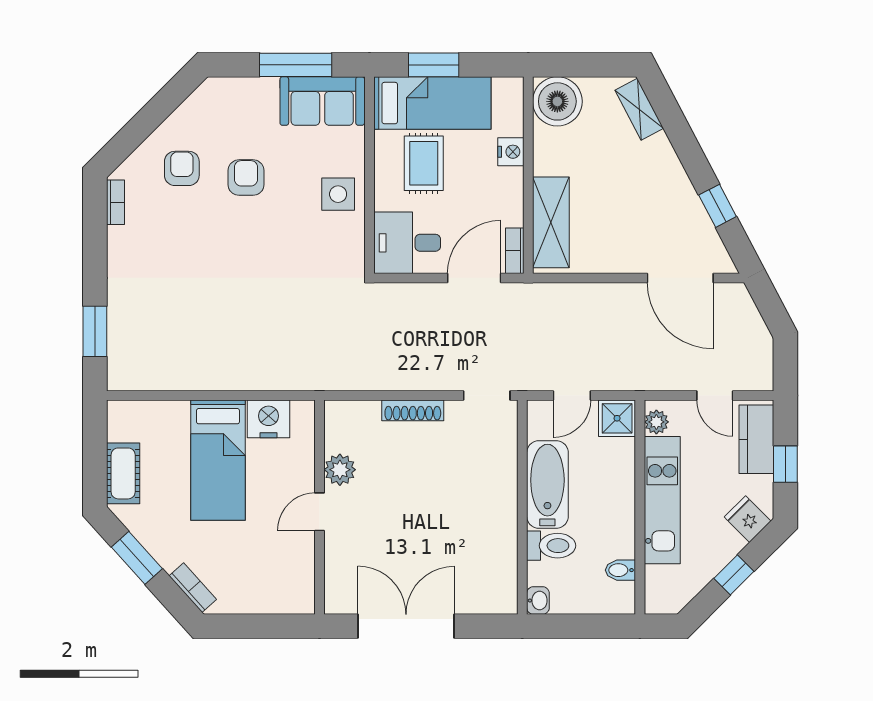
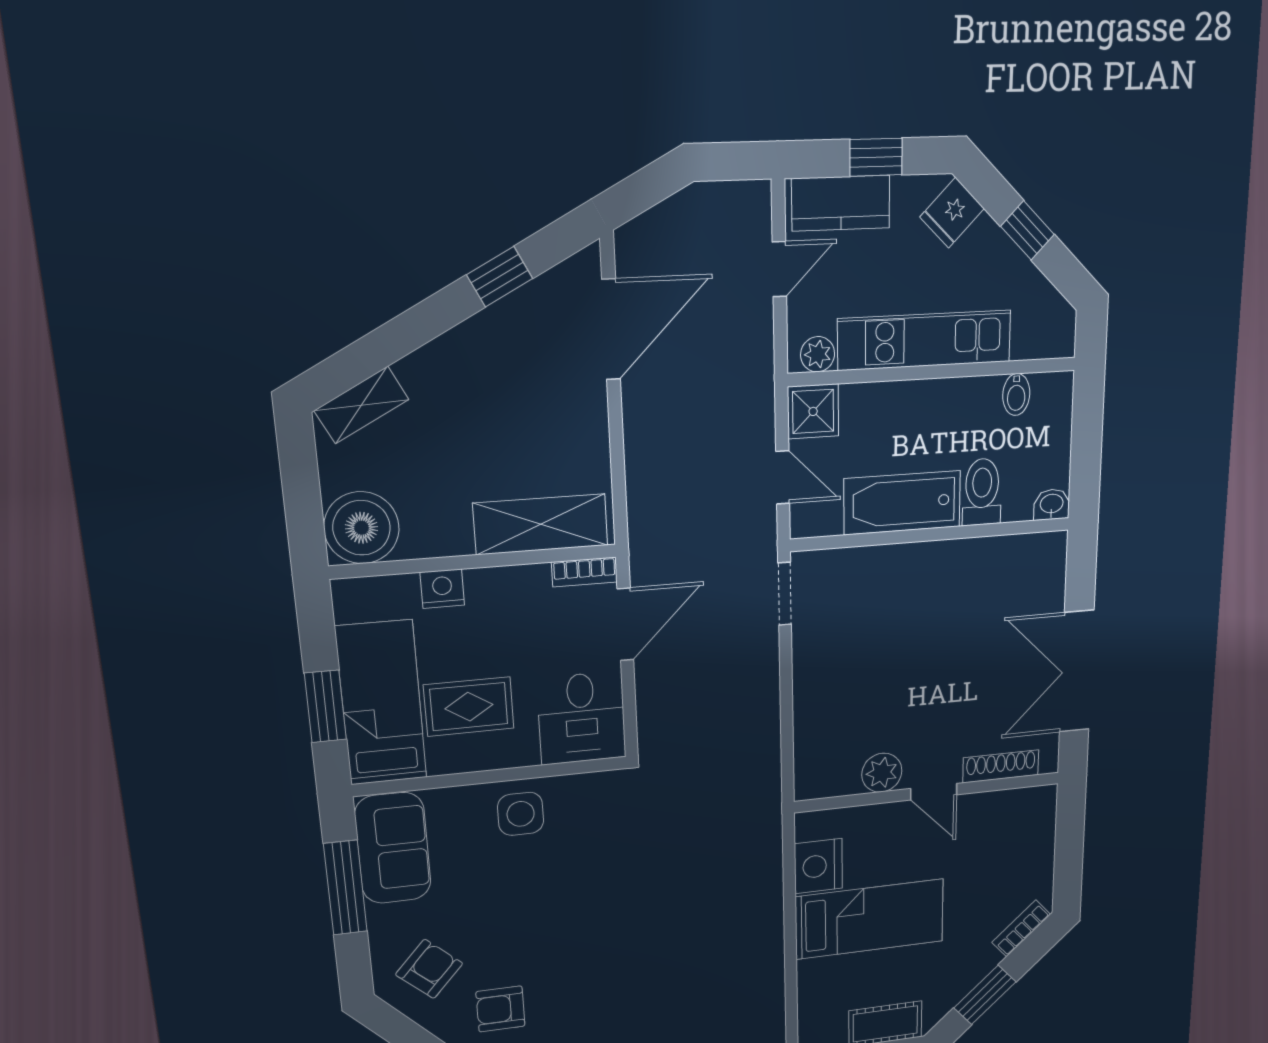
armchair: (246, 178) -> (429, 969), moved, turned 132
door: (474, 278) -> (625, 624), swing flipped
shoe rack: (413, 410) -> (1001, 766), moved, turned -90

